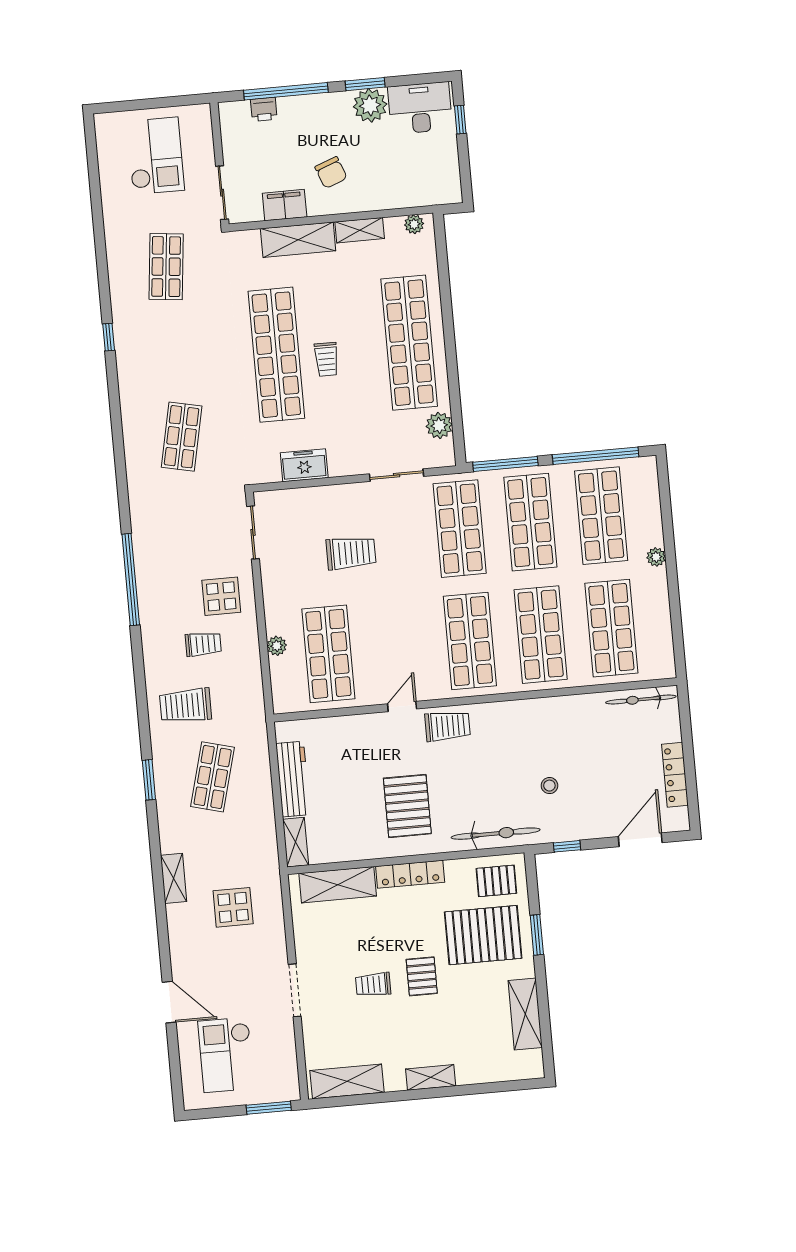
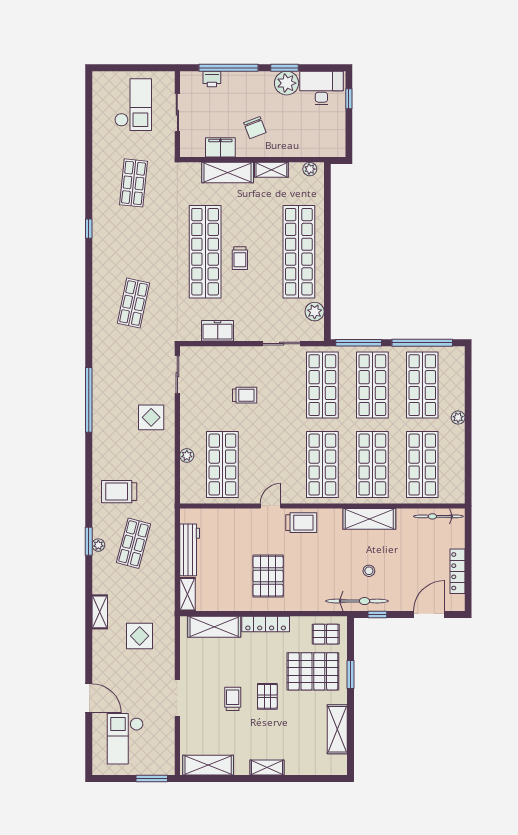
sliding door: (222, 193) -> (177, 113), moved
trolley: (351, 553) -> (245, 395), width x0.73, depth x0.72
trolley: (203, 644) -> (135, 450), removed
shelving: (543, 712) -> (369, 519), added
plant: (163, 784) -> (98, 545), added
bicycle: (496, 834) -> (357, 601), moved
trolley: (373, 984) -> (233, 699), turned 90

